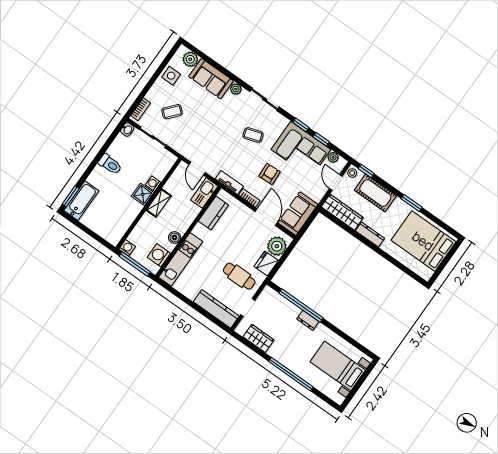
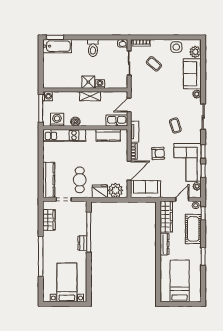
bed: (423, 241) -> (180, 281), width x0.67

